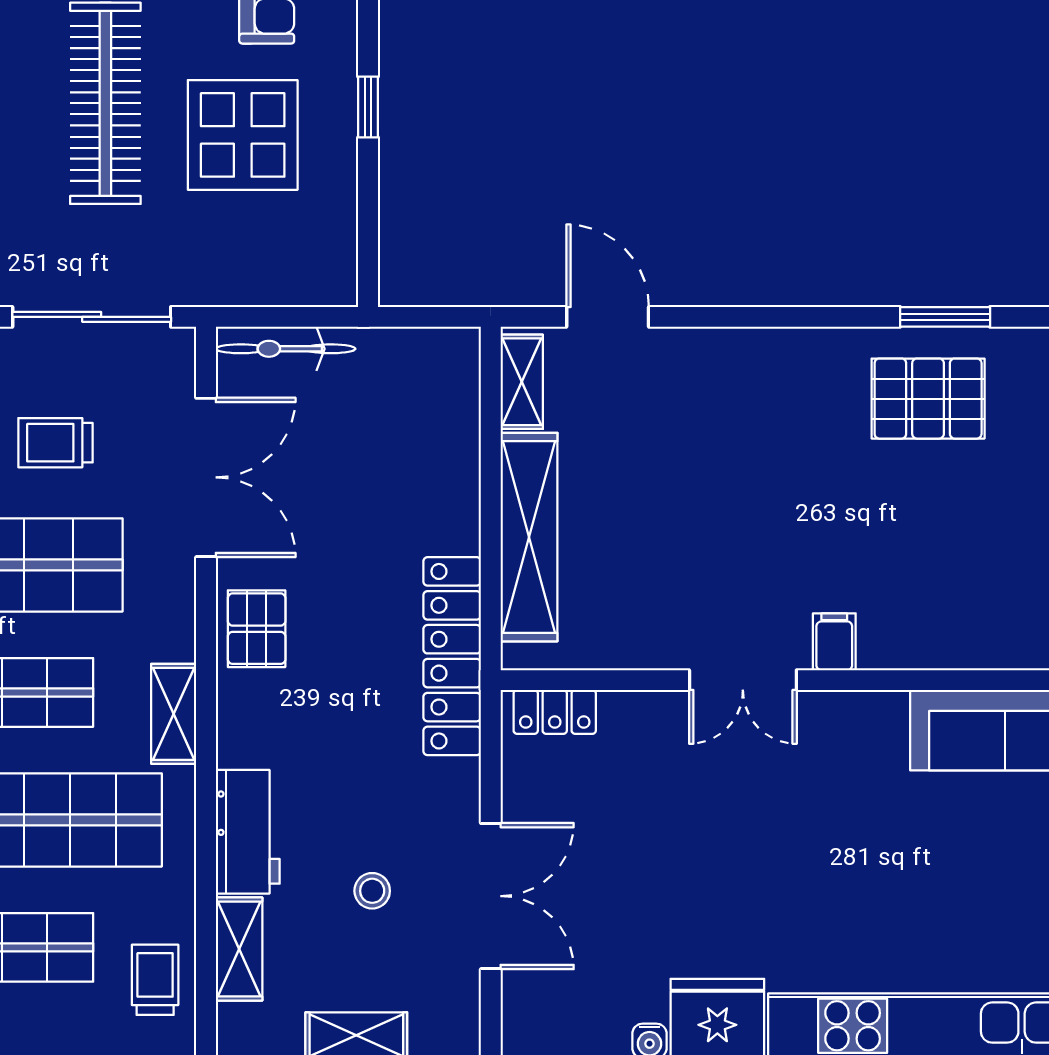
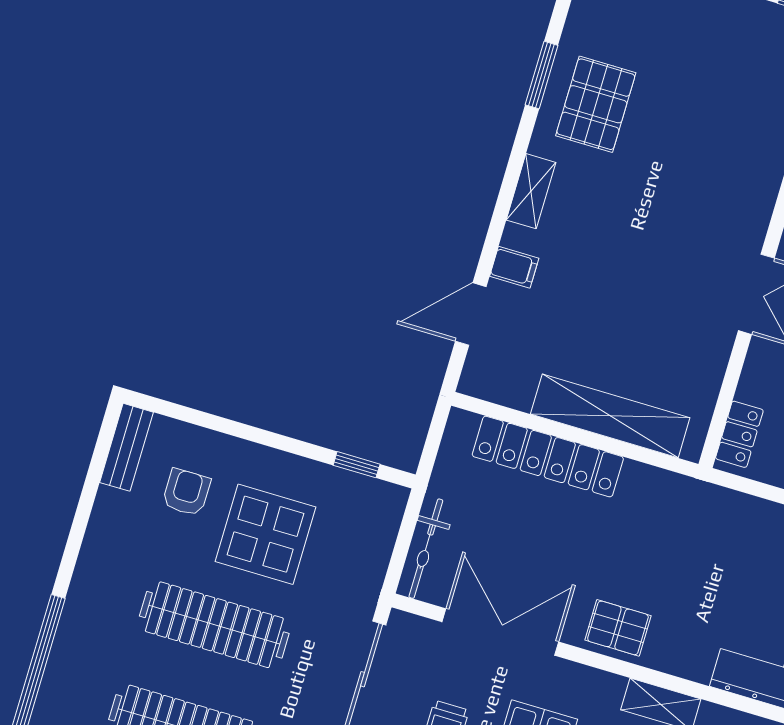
window: (368, 107) -> (357, 465), moved
shelving: (522, 382) -> (531, 191), moved, turned 90
filing cabinet: (834, 642) -> (514, 267), moved, turned 180
locker: (452, 656) -> (548, 457), moved

